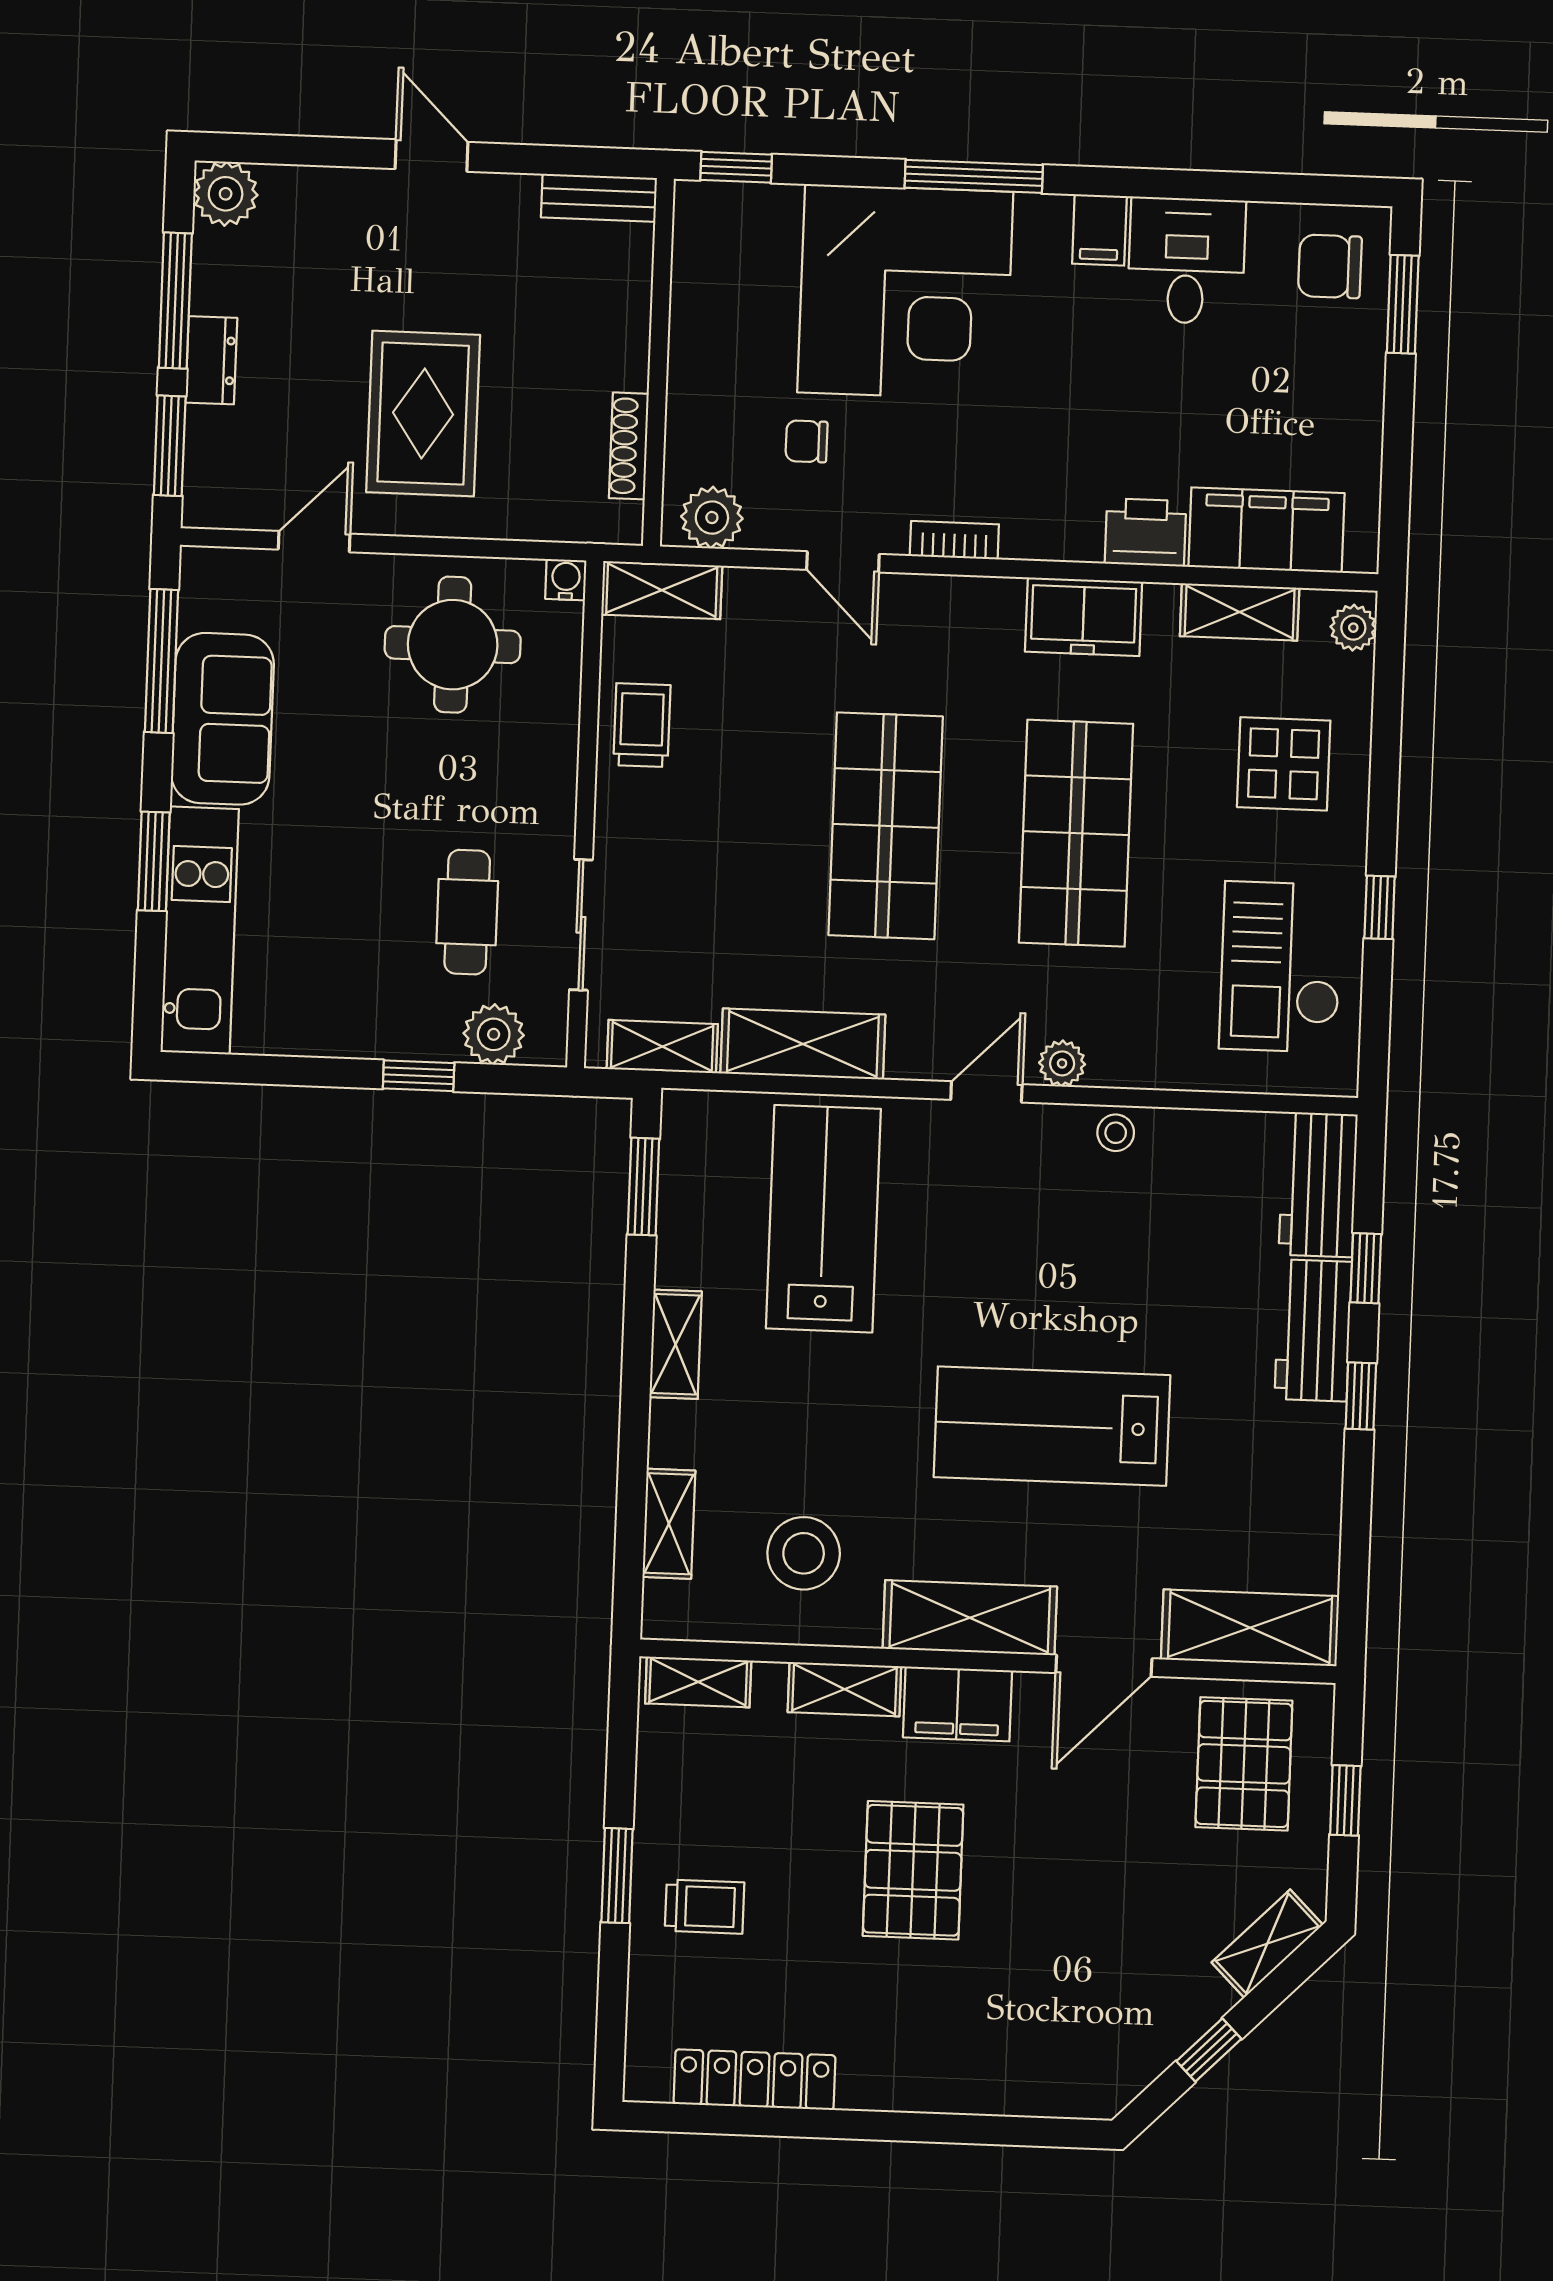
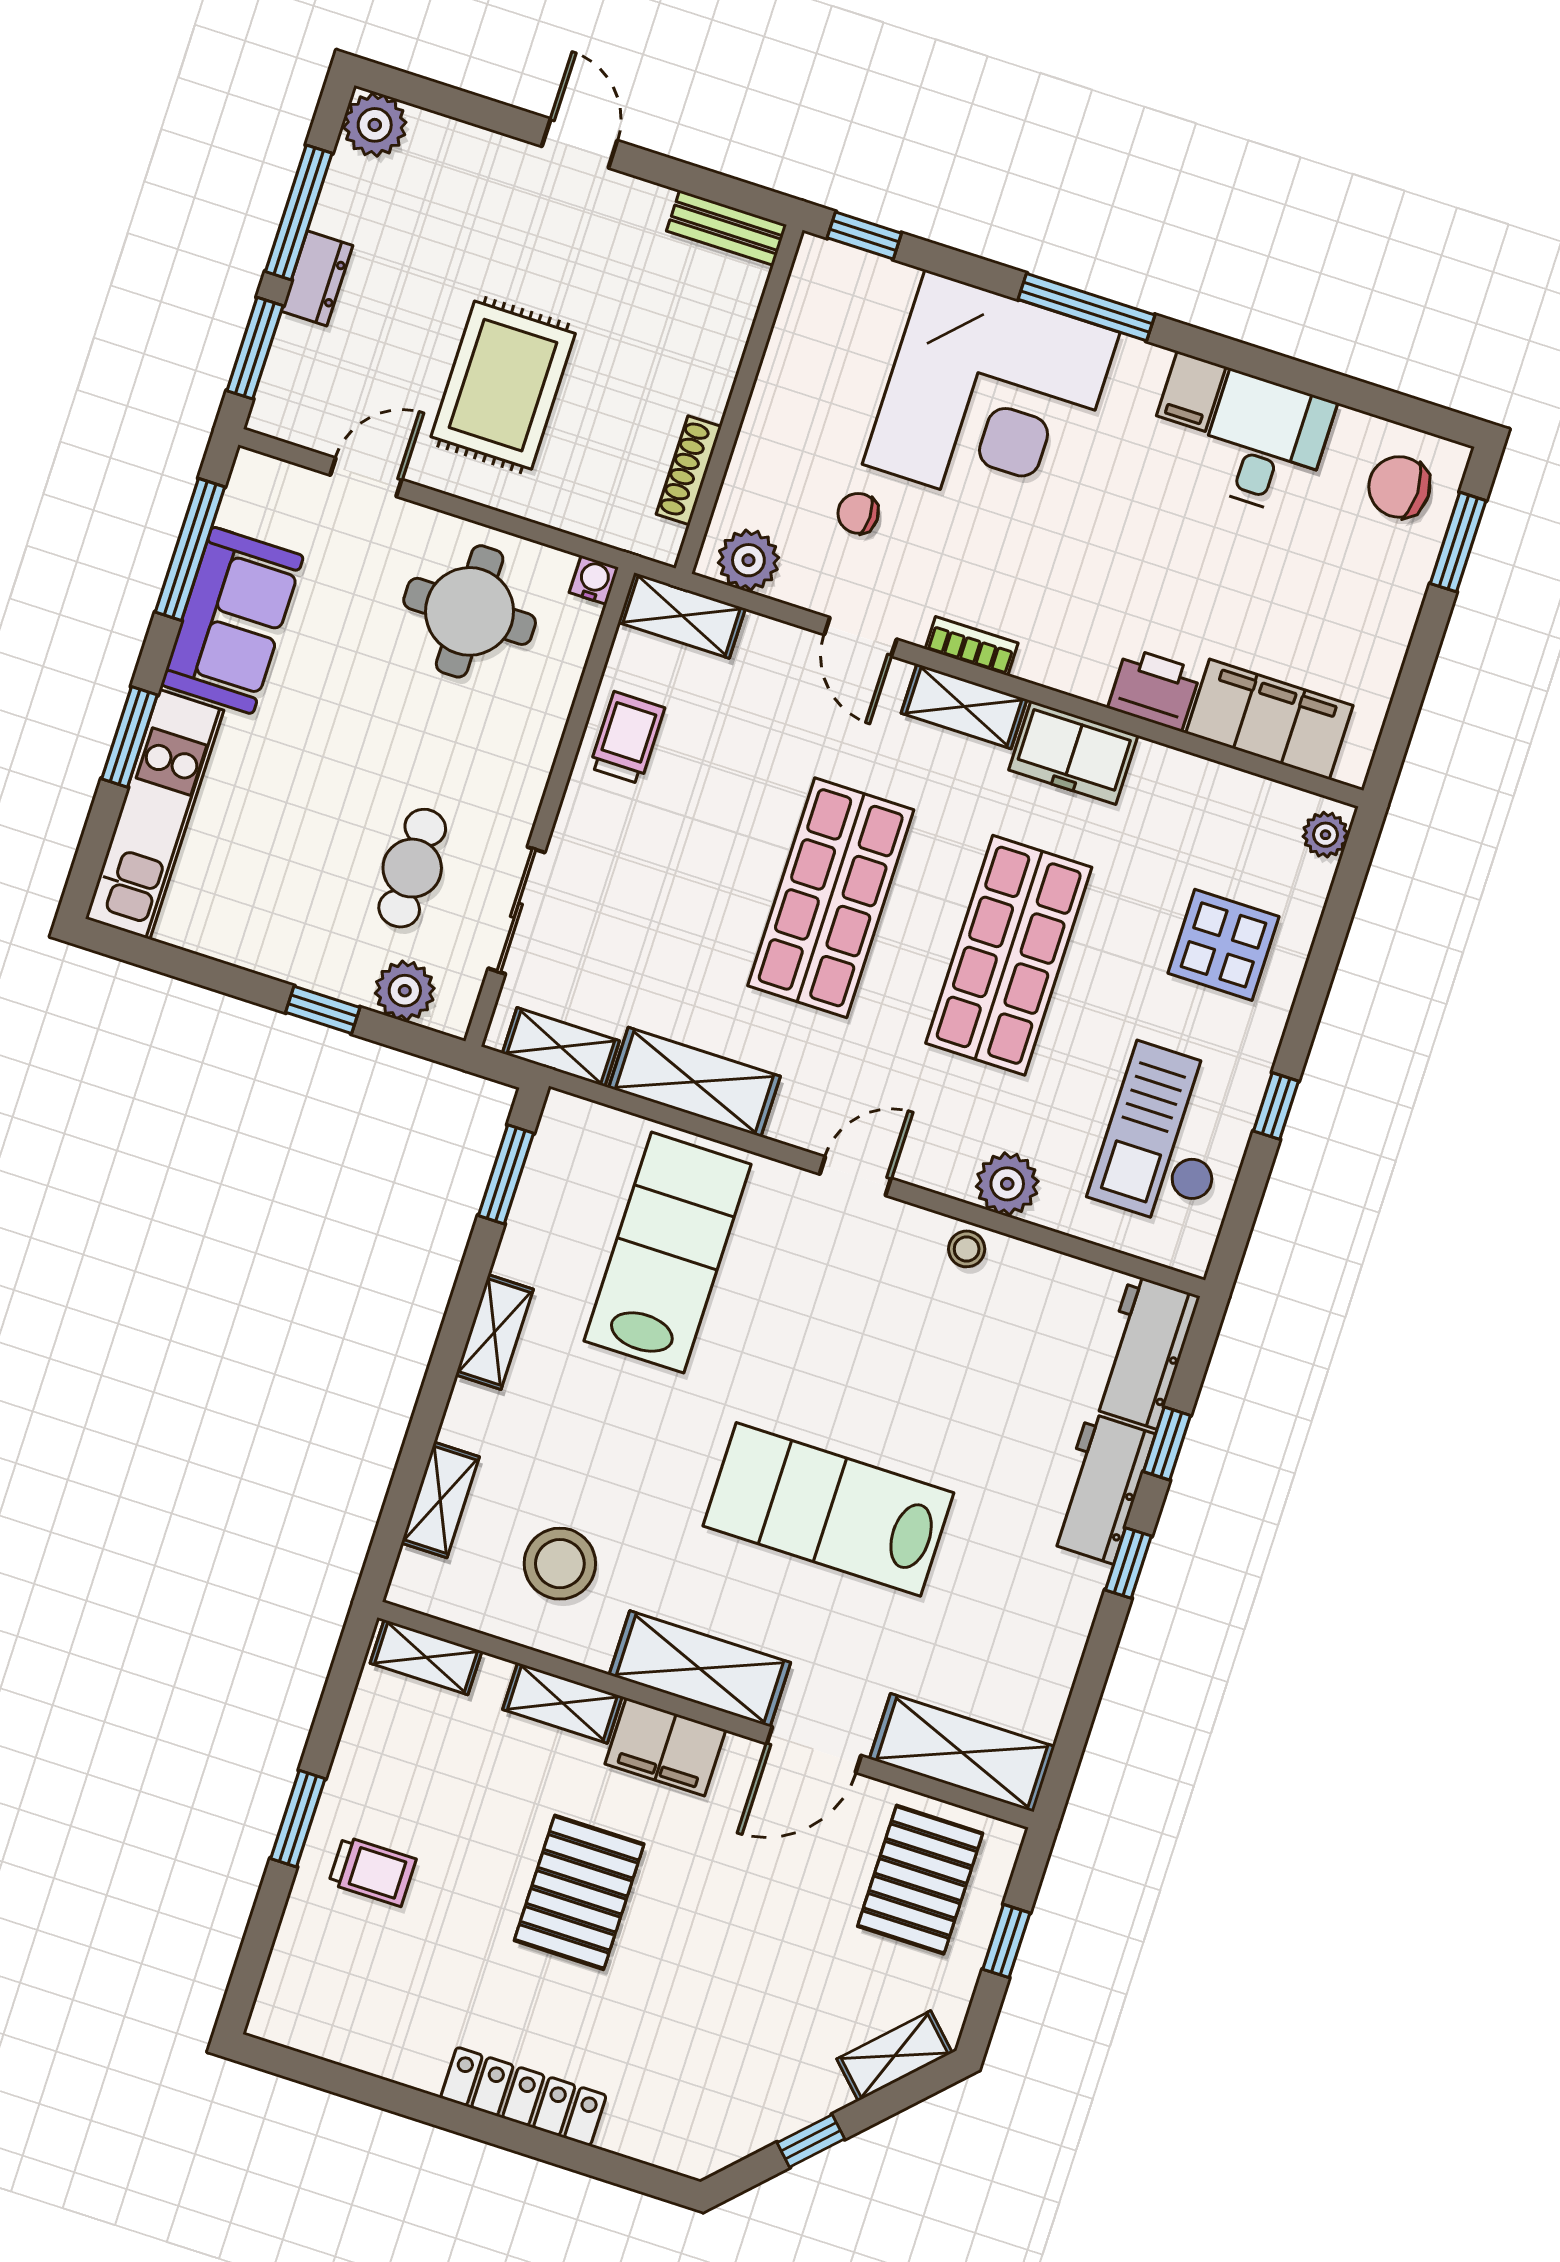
shelving: (1240, 612) -> (964, 706), moved
plant: (1062, 1063) -> (1007, 1184), moved, width x1.38, depth x1.38
locker: (755, 2080) -> (523, 2096), moved

